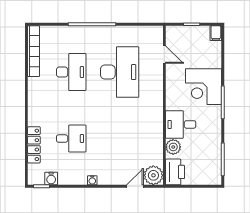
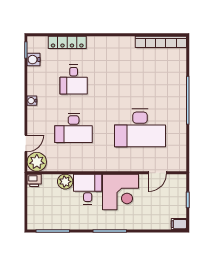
desk: (71, 72) -> (74, 128), moved
corner desk: (203, 87) -> (121, 192), moved, turned 180
printer: (175, 172) -> (34, 180), width x0.53, depth x0.68
door: (135, 186) -> (26, 143), hinge flipped

